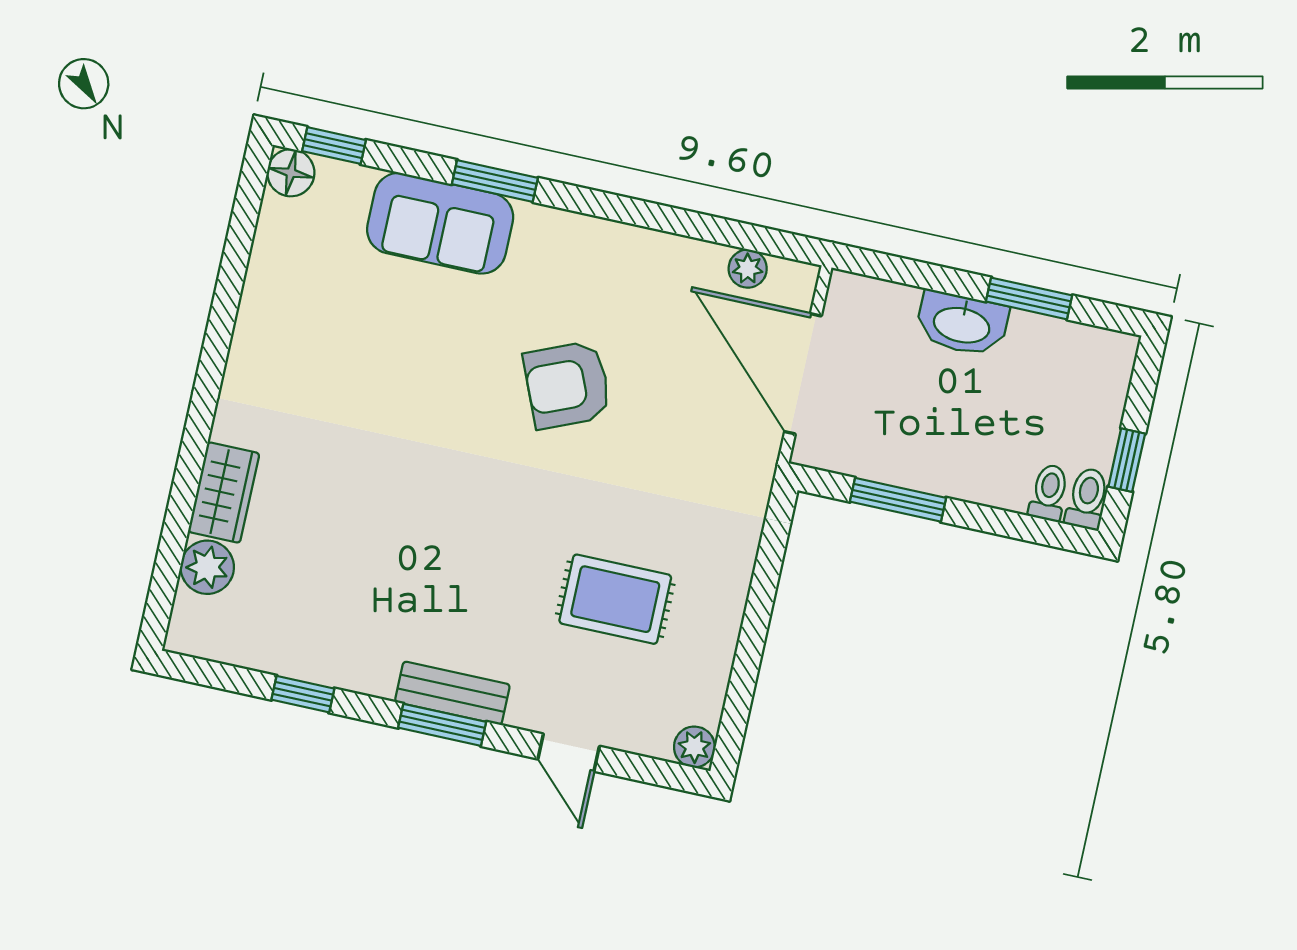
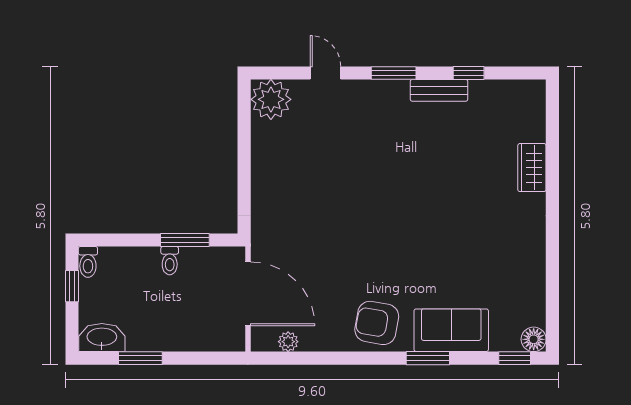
washbasin: (962, 324) -> (102, 338), moved
armchair: (567, 385) -> (377, 323), moved, turned -147
toilet: (1049, 493) -> (170, 261), moved
plant: (207, 567) -> (532, 127), removed
rug: (615, 599) -> (319, 157), removed
bench: (452, 693) -> (439, 90), moved
plant: (694, 747) -> (271, 99), width x1.87, depth x1.87

